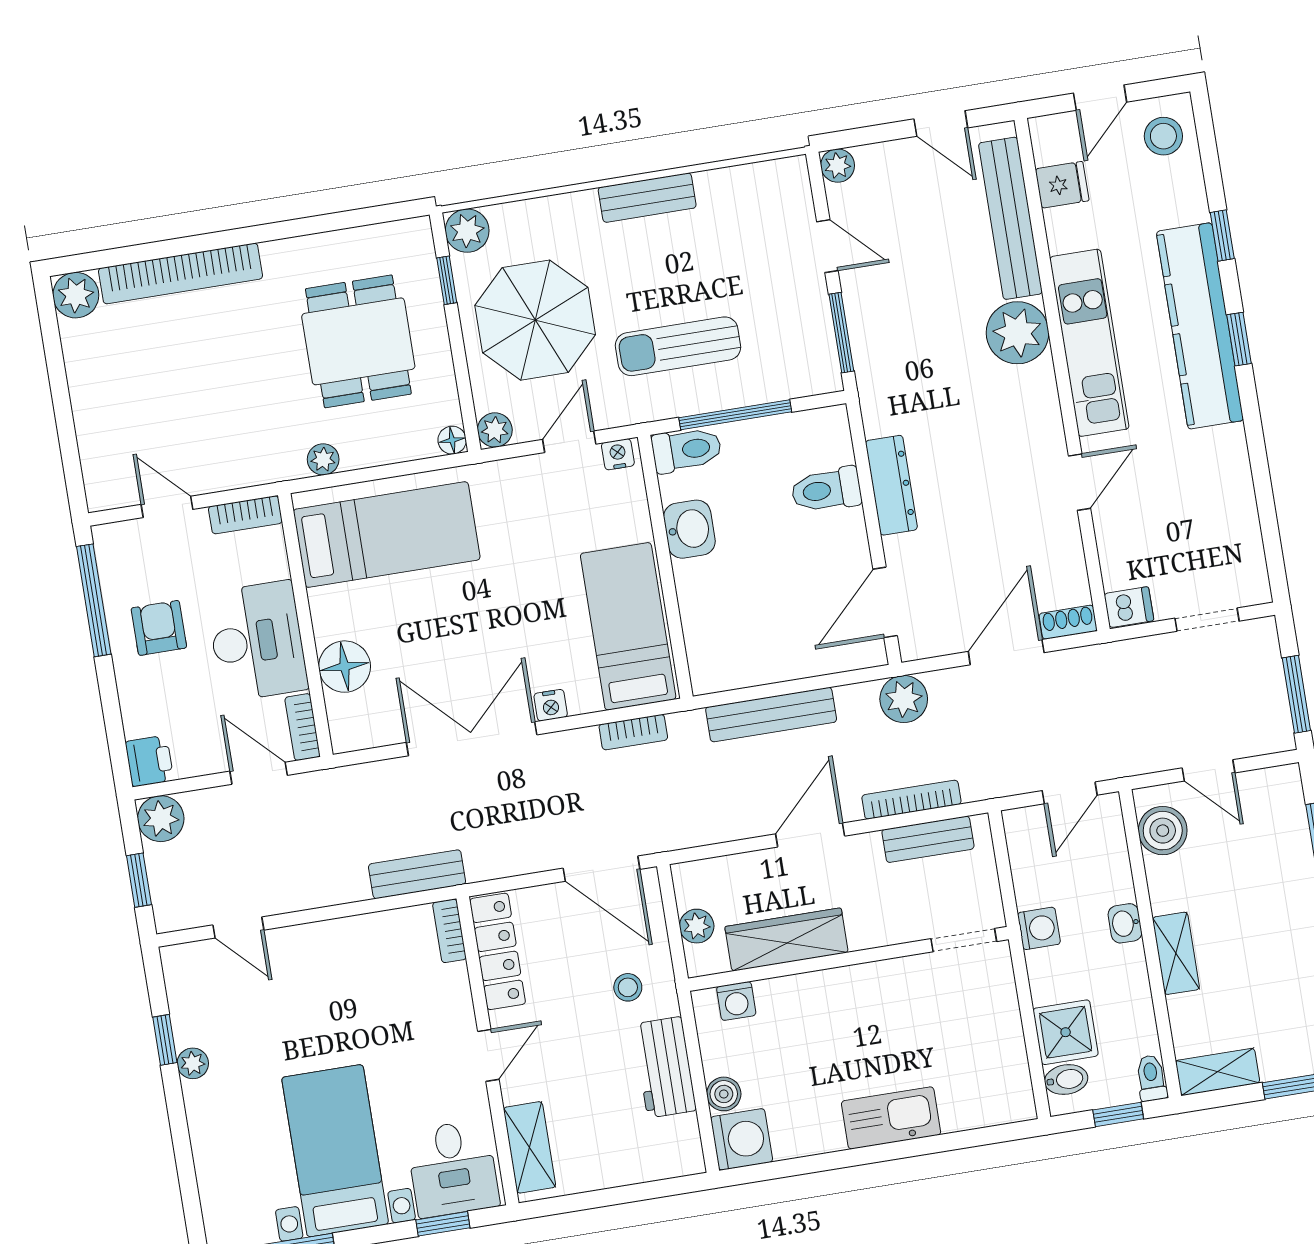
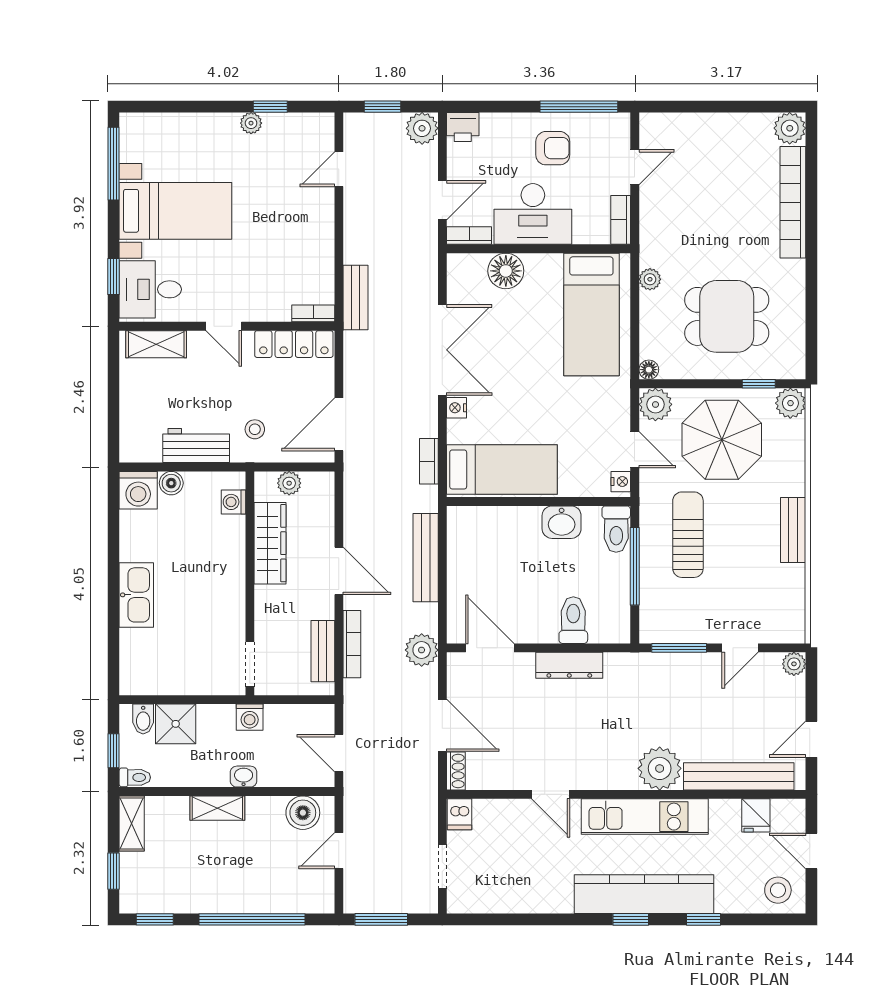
plant: (495, 430) -> (655, 404), width x1.38, depth x1.38

